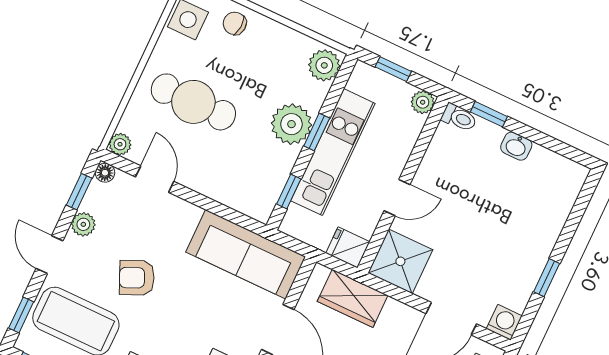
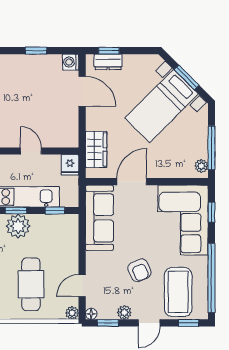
shower: (400, 261) -> (64, 133), removed

